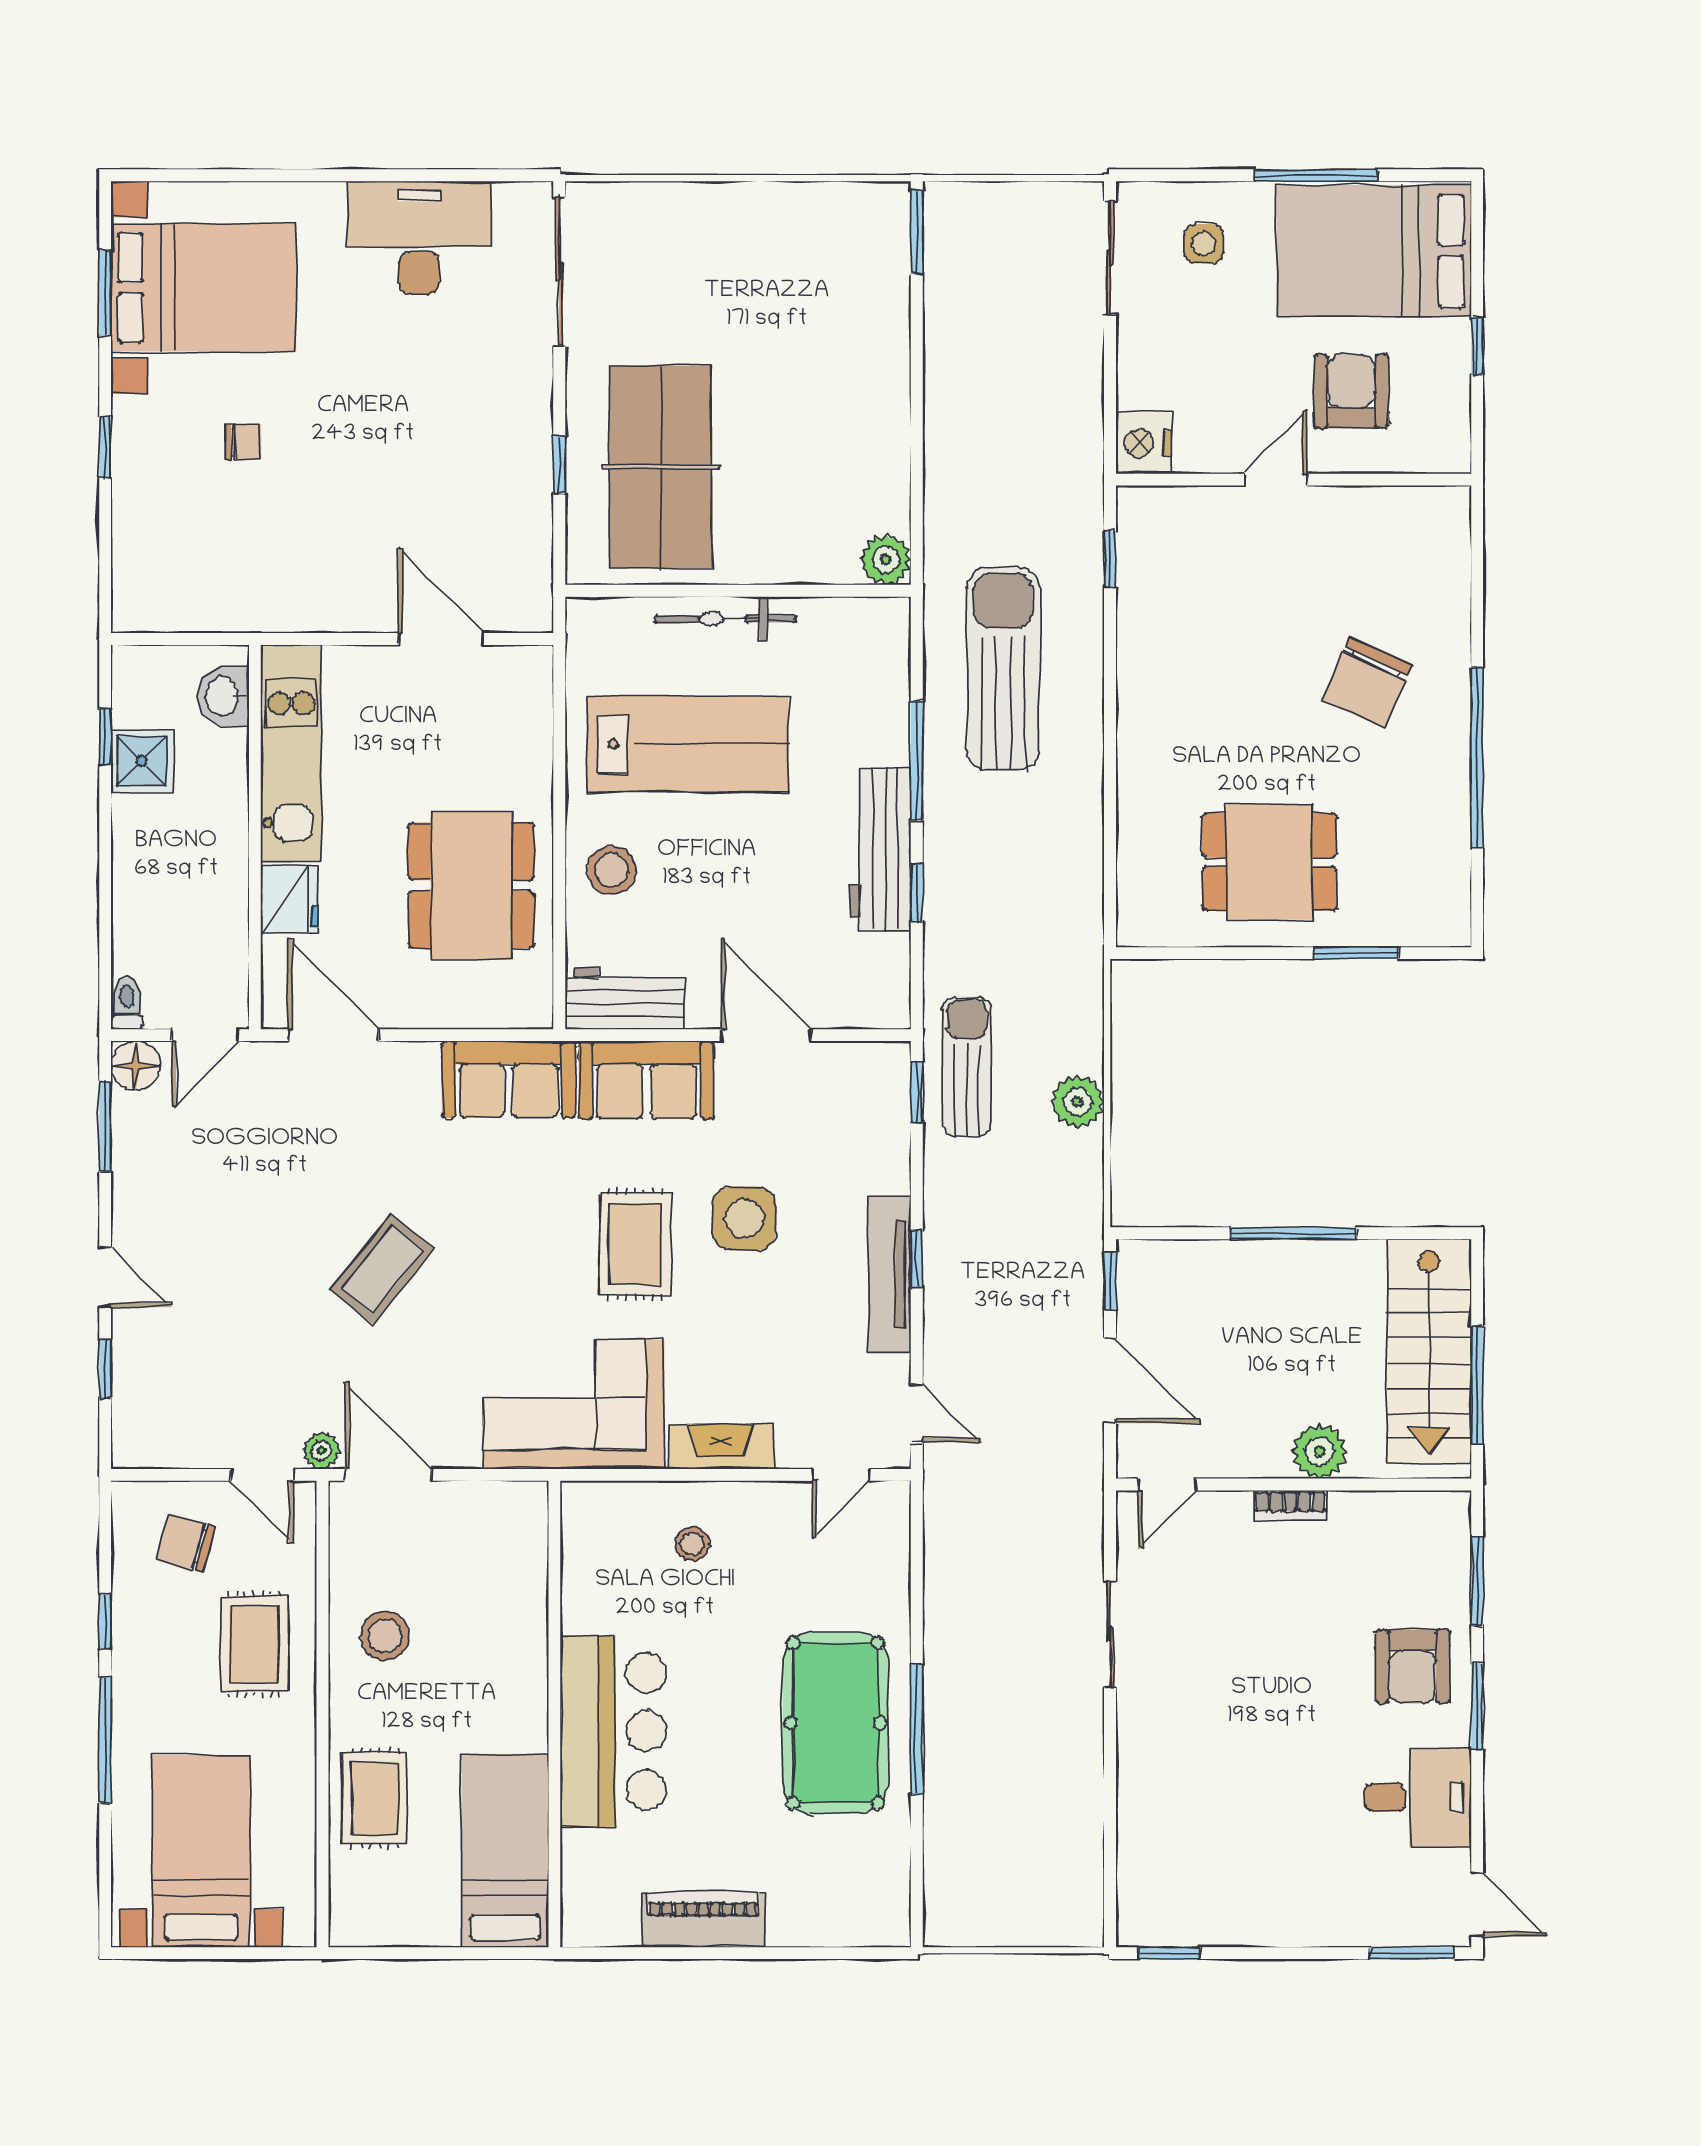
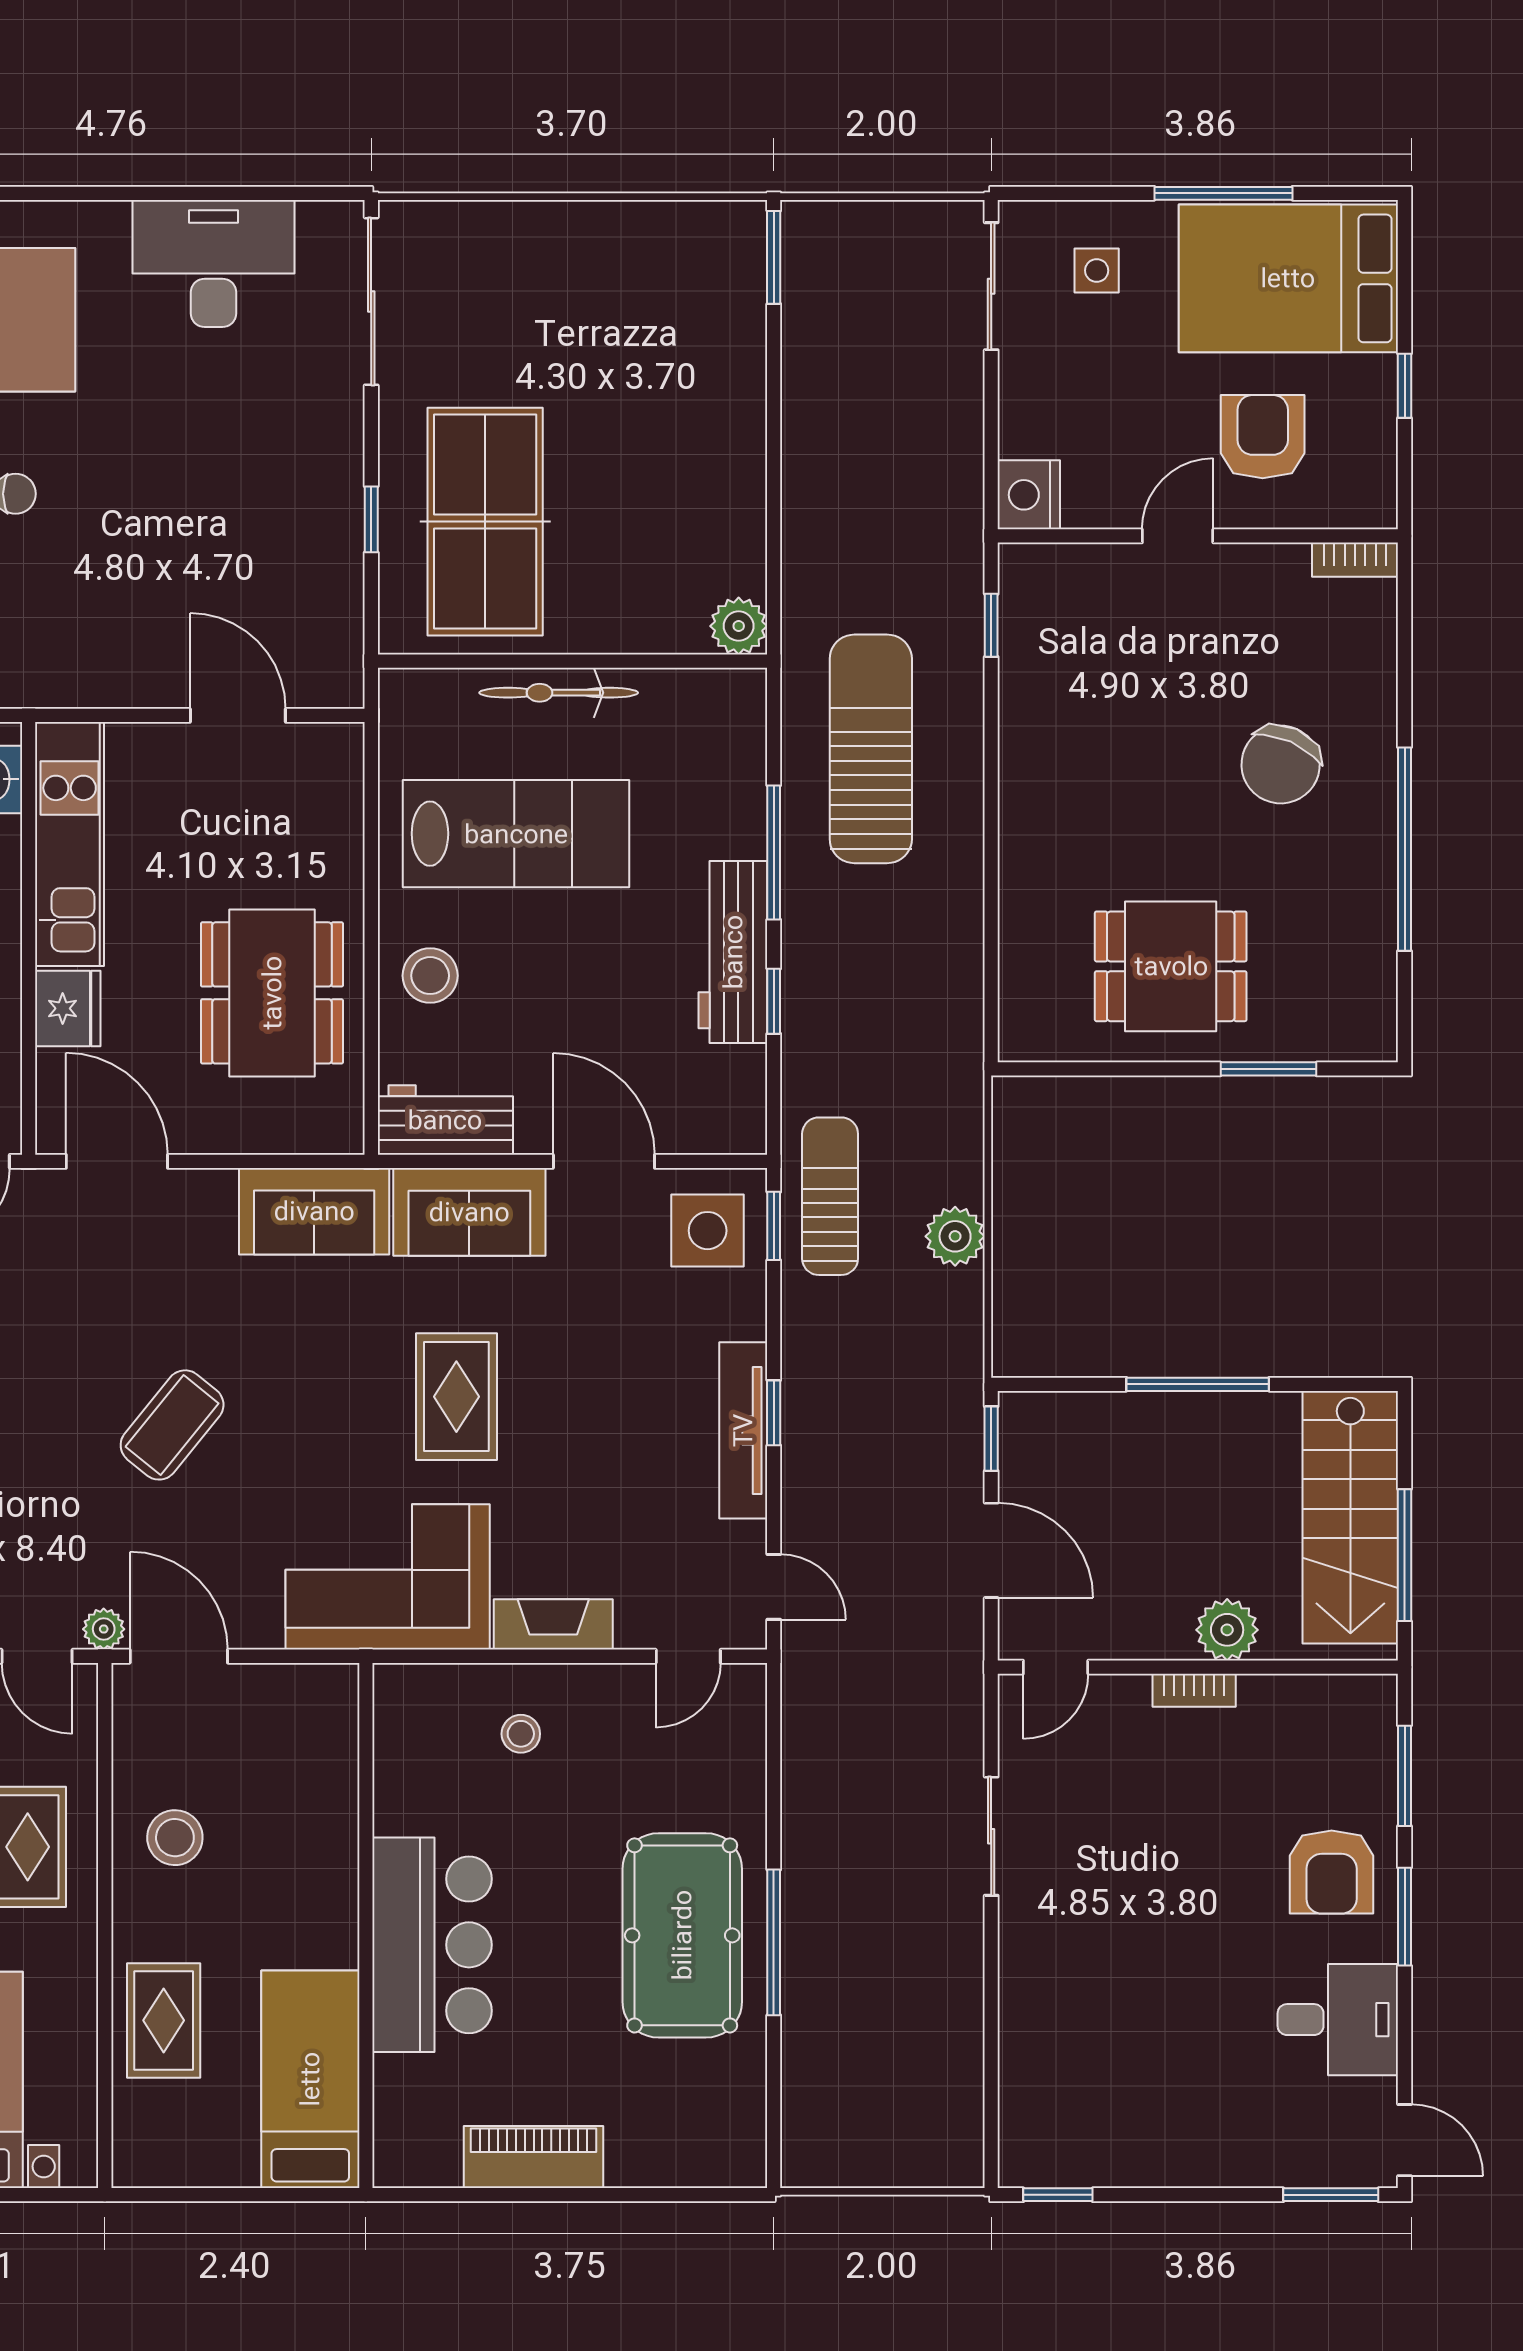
bookcase: (1433, 501) -> (1355, 560), added
side table: (744, 1218) -> (708, 1231), moved

